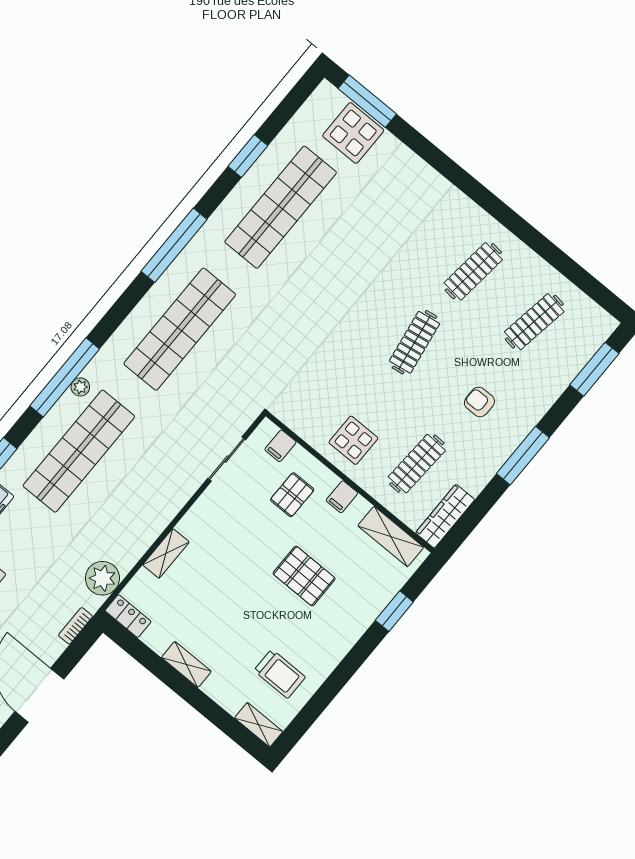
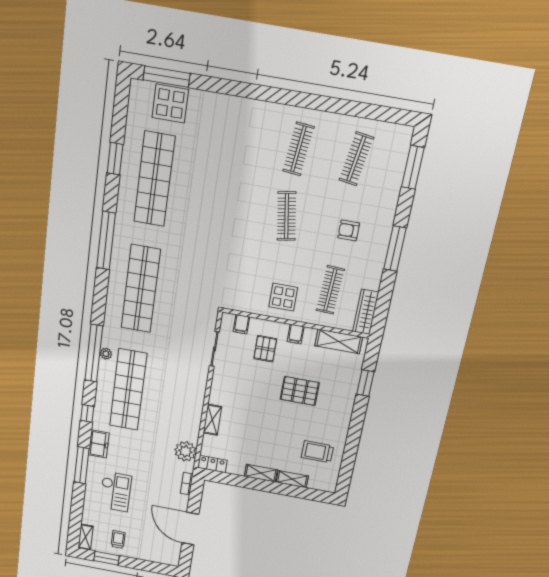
trolley: (280, 674) -> (317, 452), turned 180
shelving: (259, 725) -> (292, 479), moved

